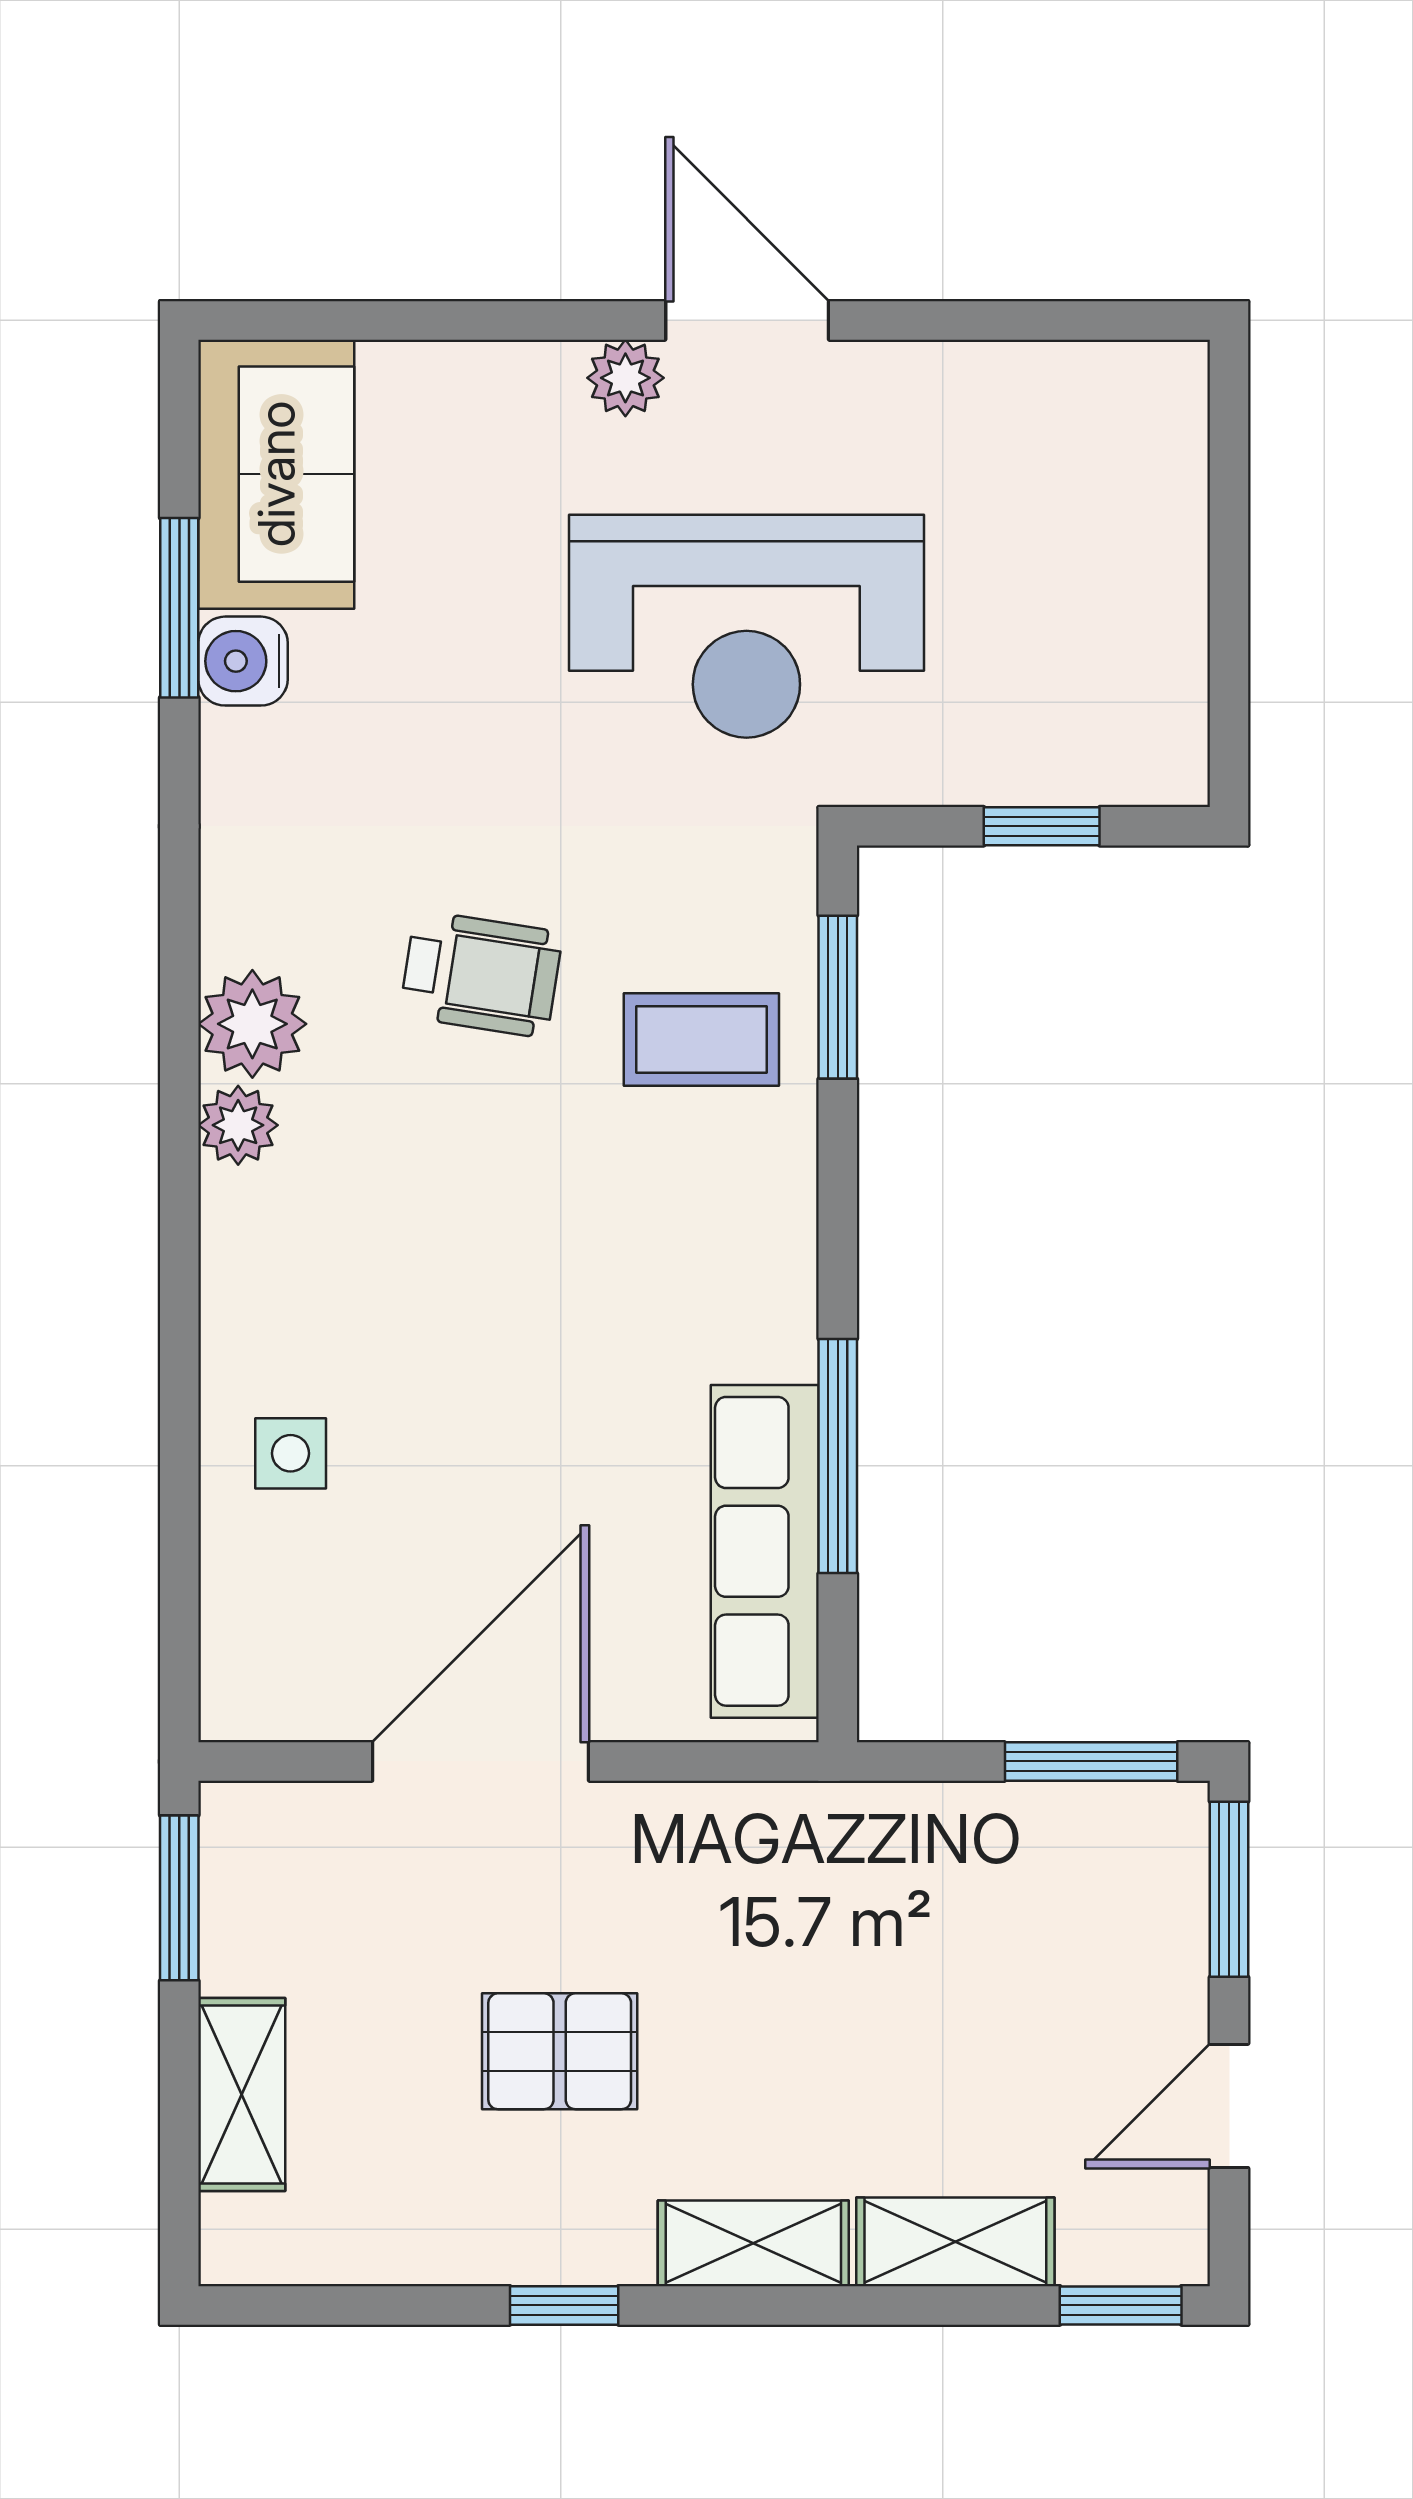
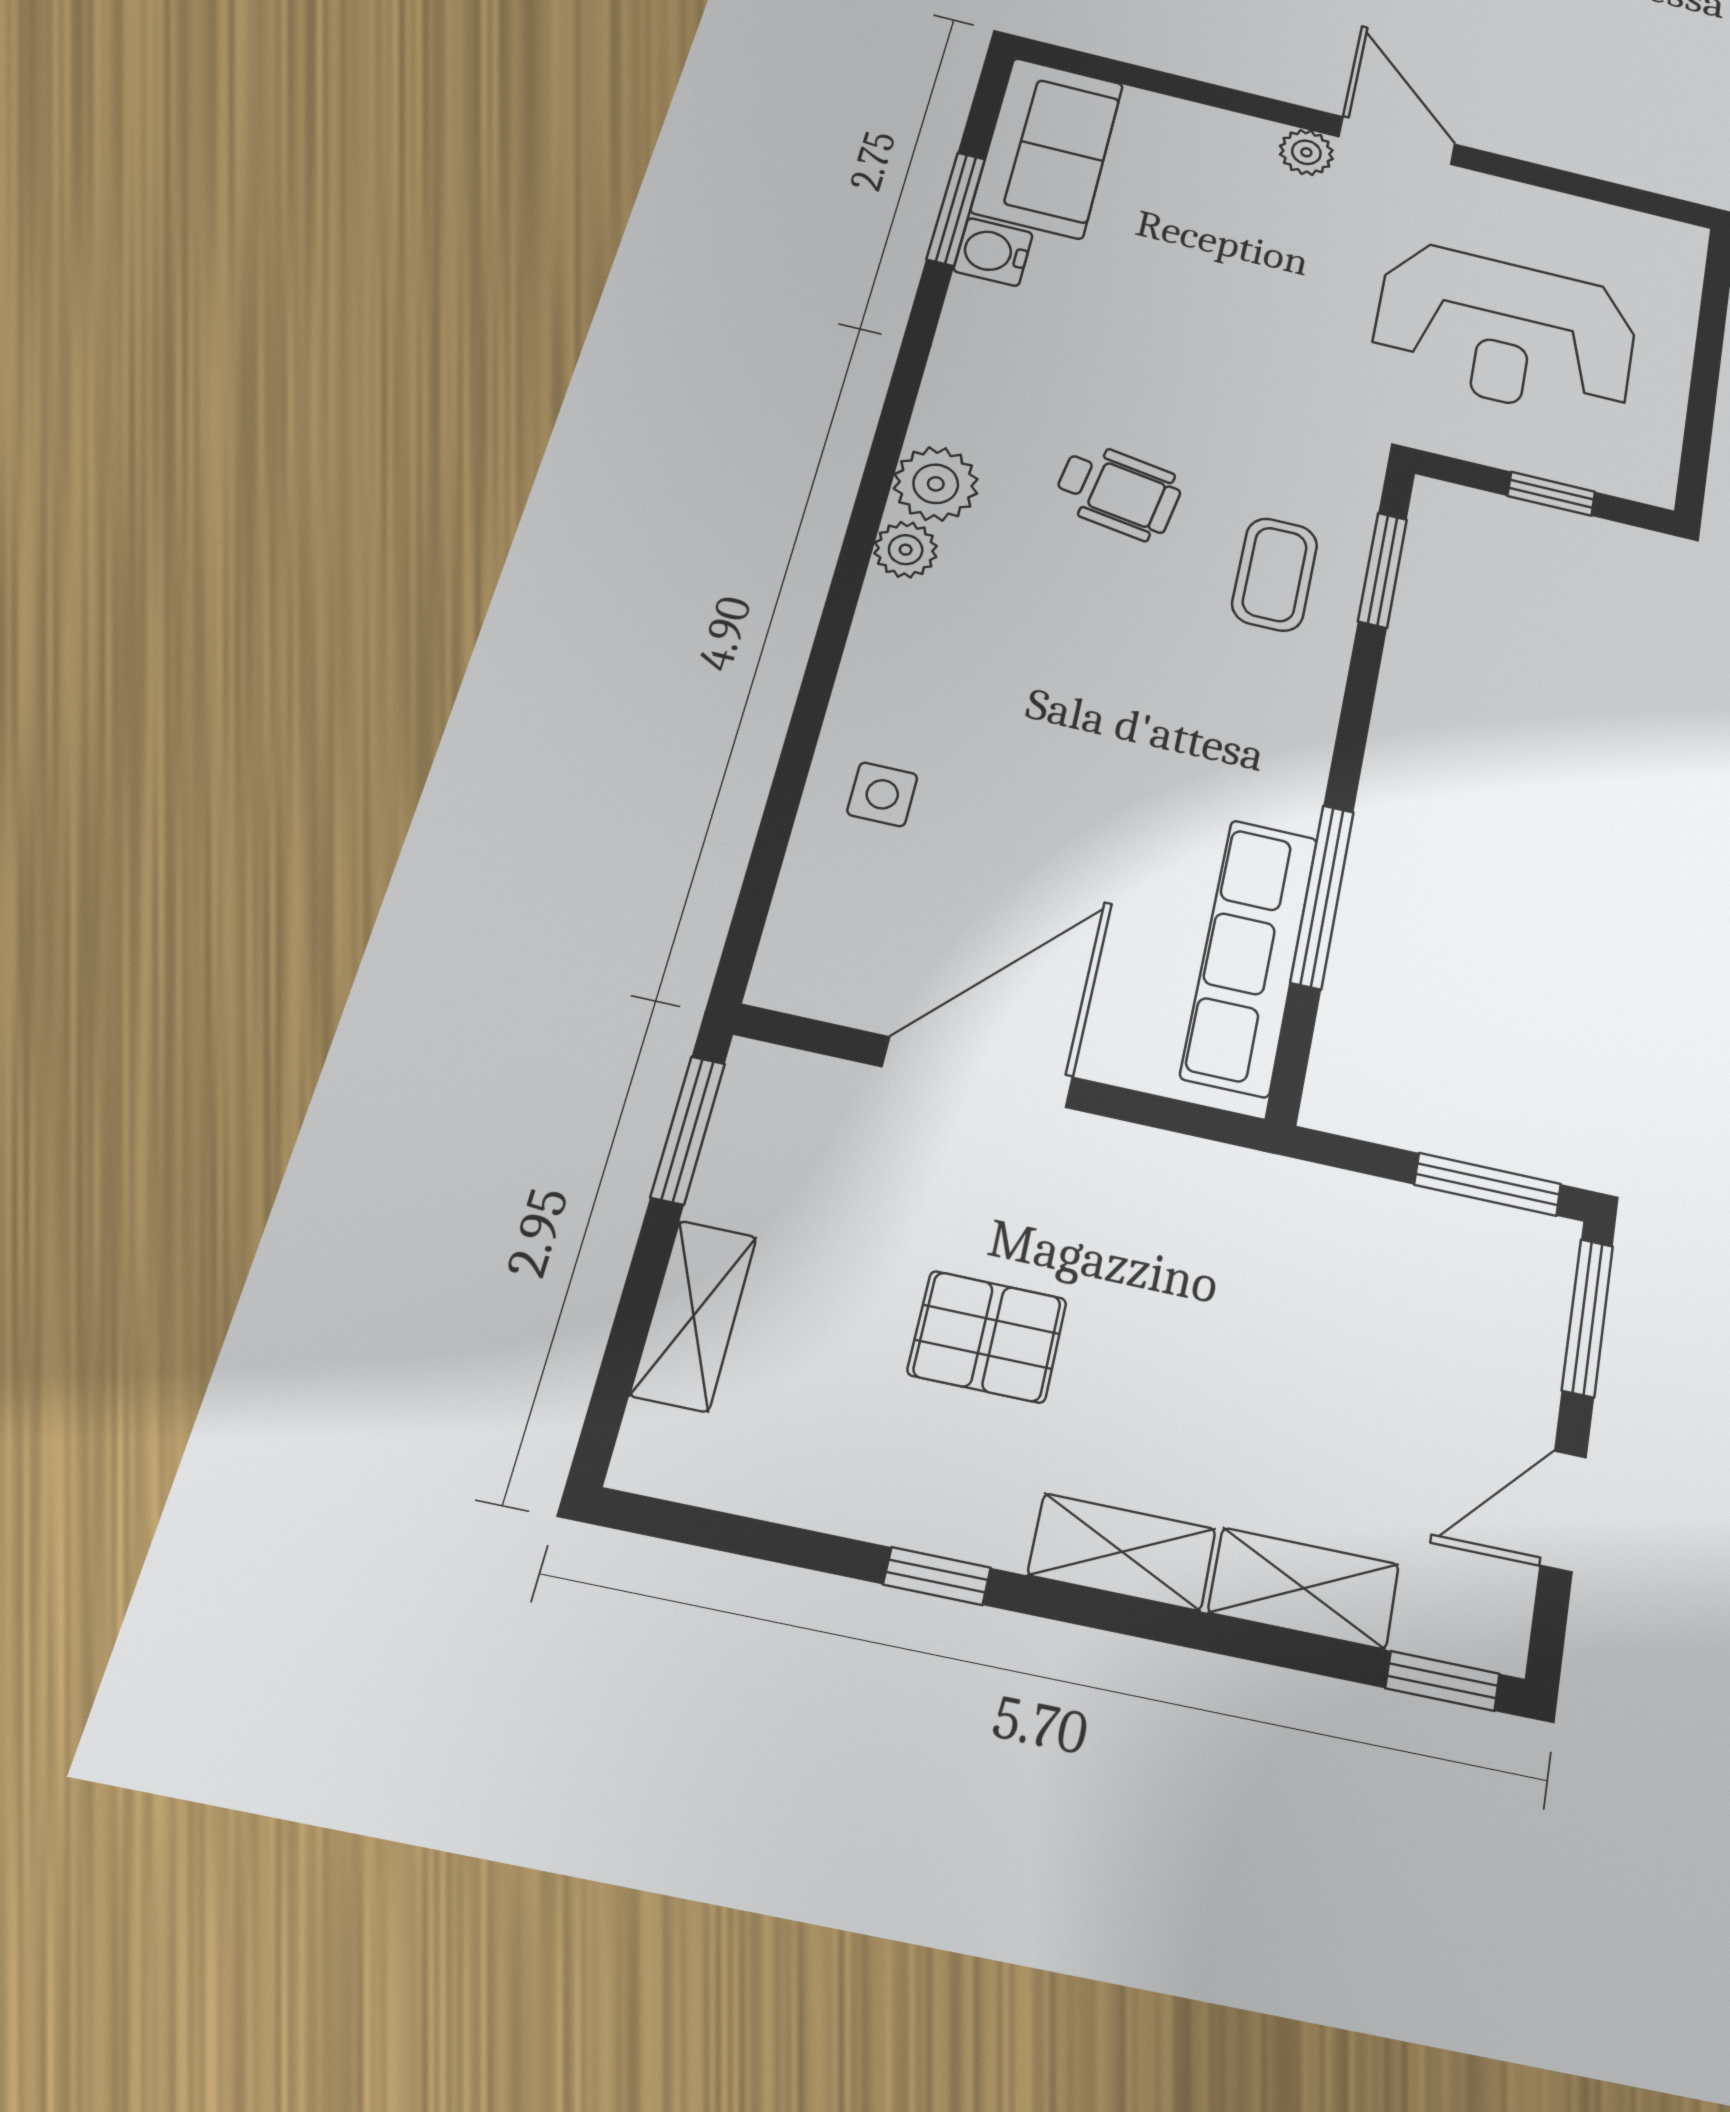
reception desk: (746, 626) -> (1506, 332), moved
coffee table: (701, 1039) -> (1275, 574), turned 90

